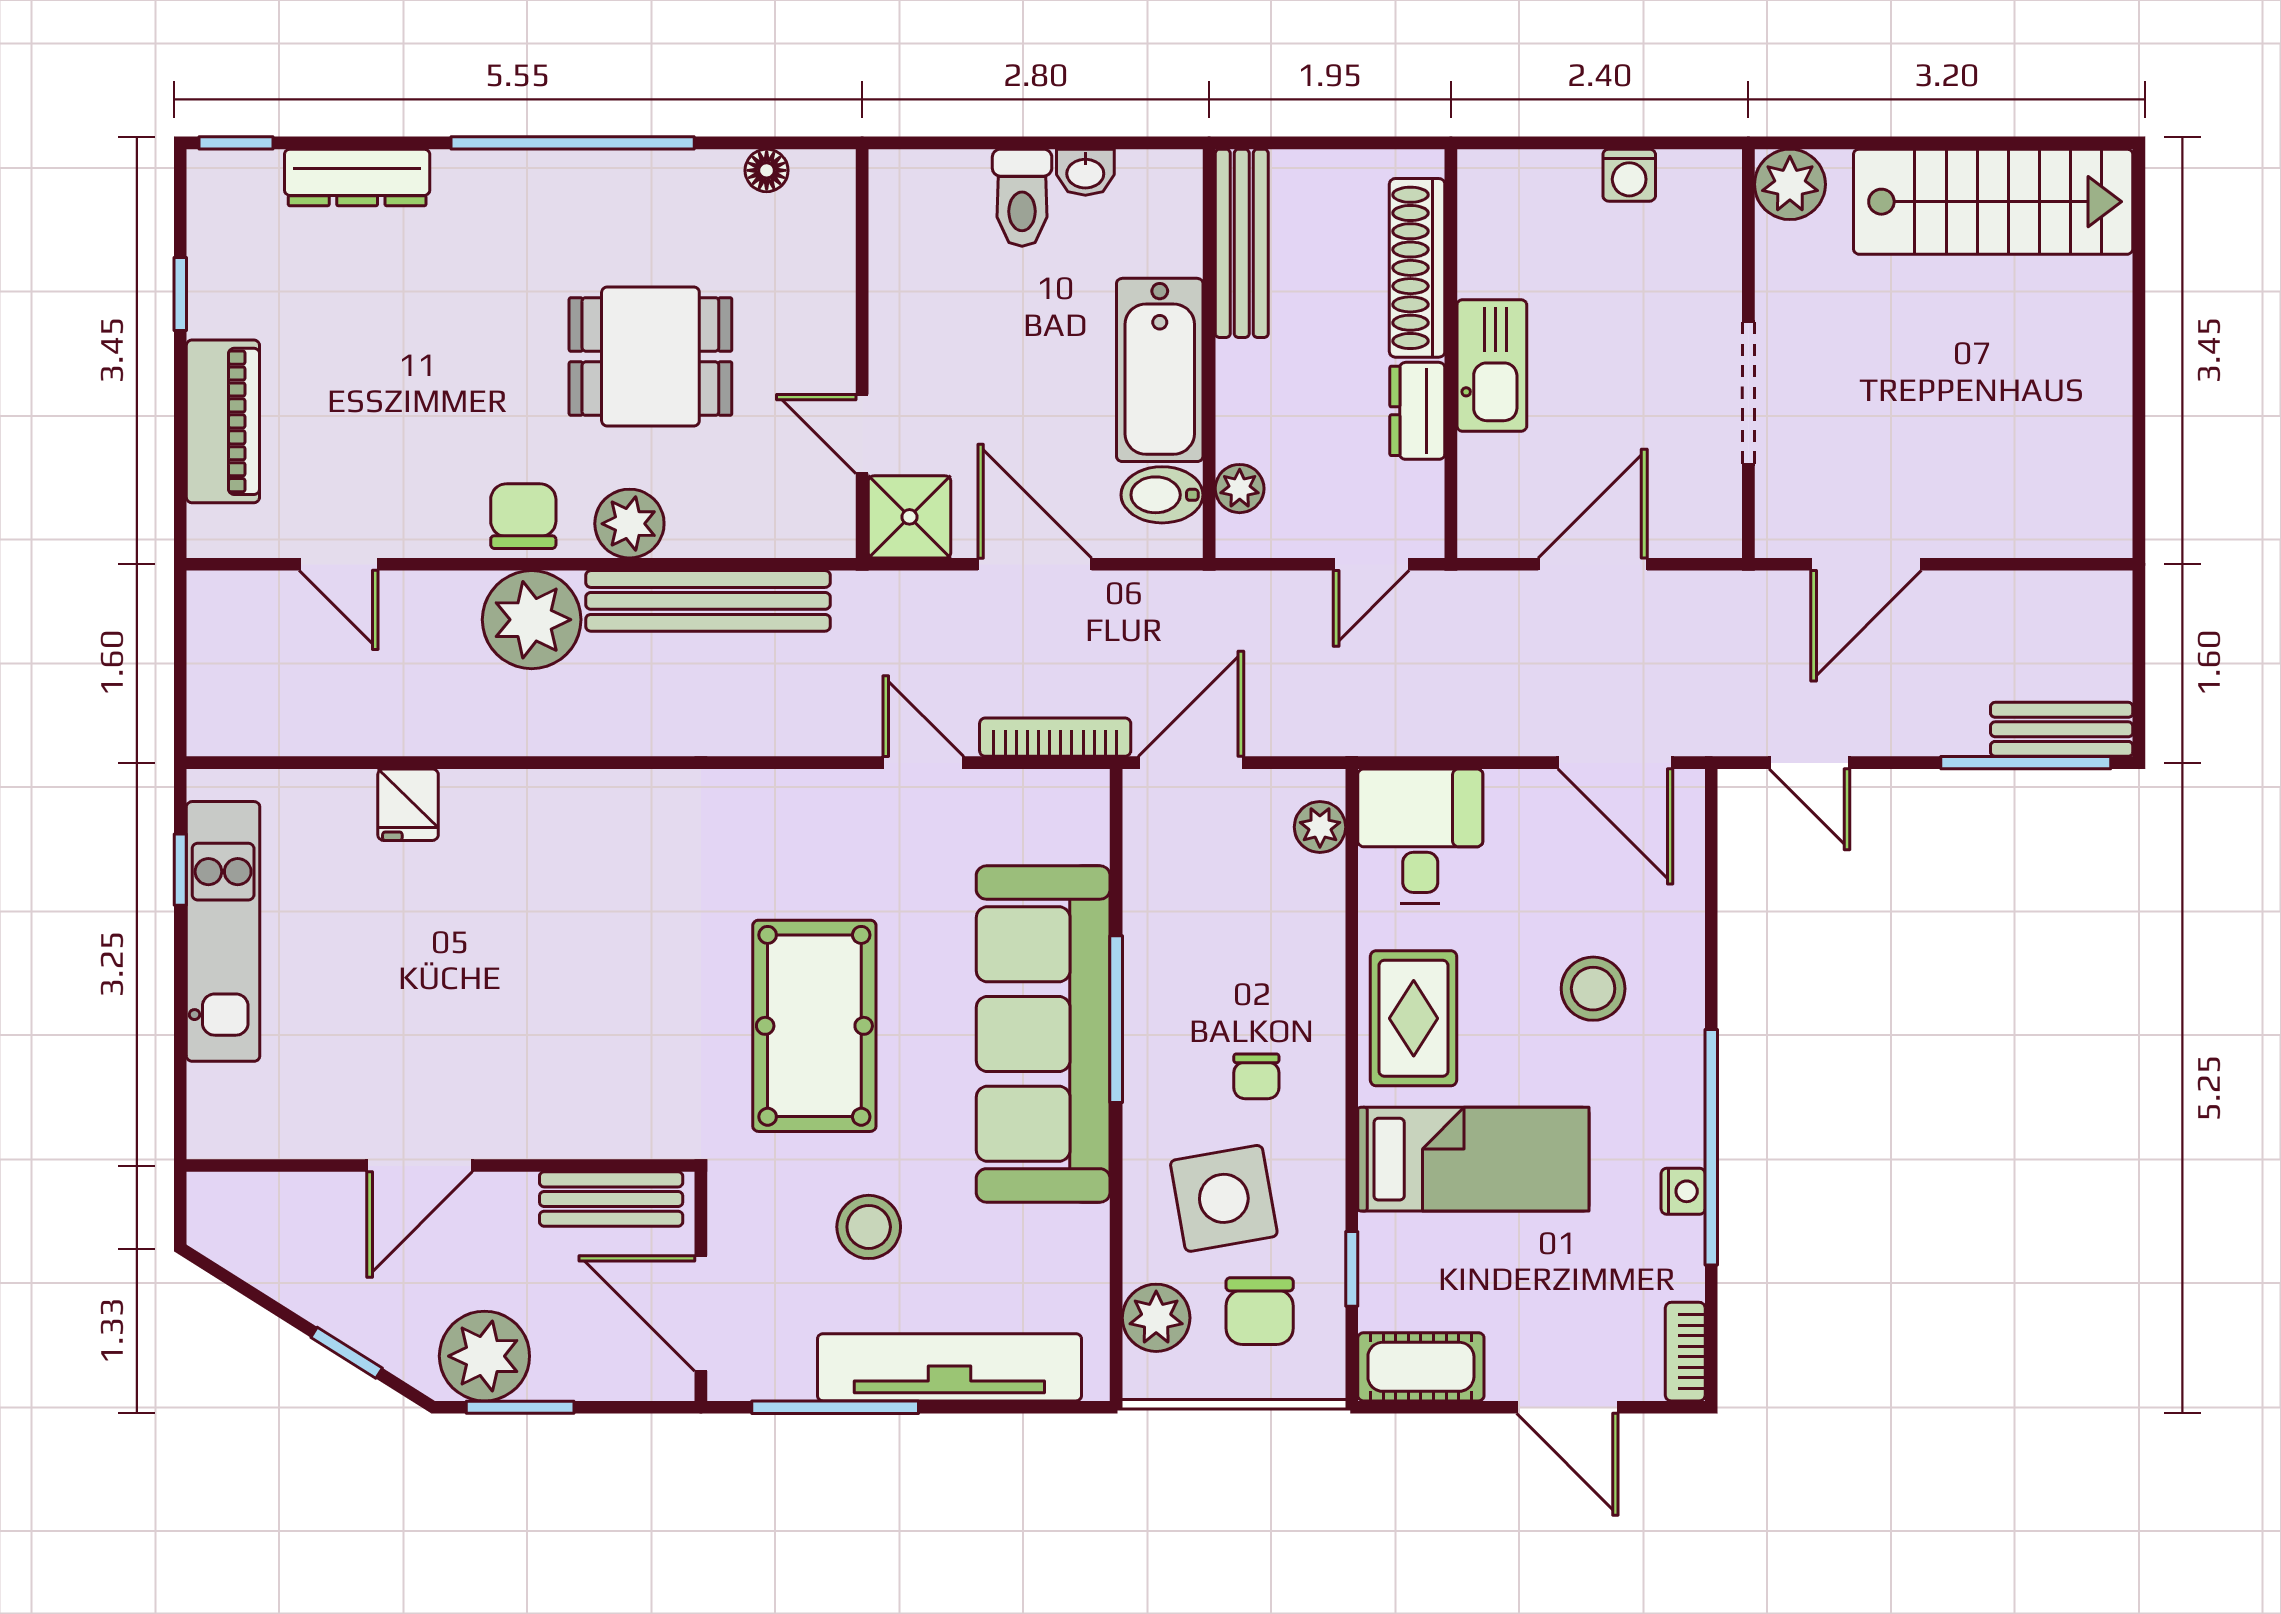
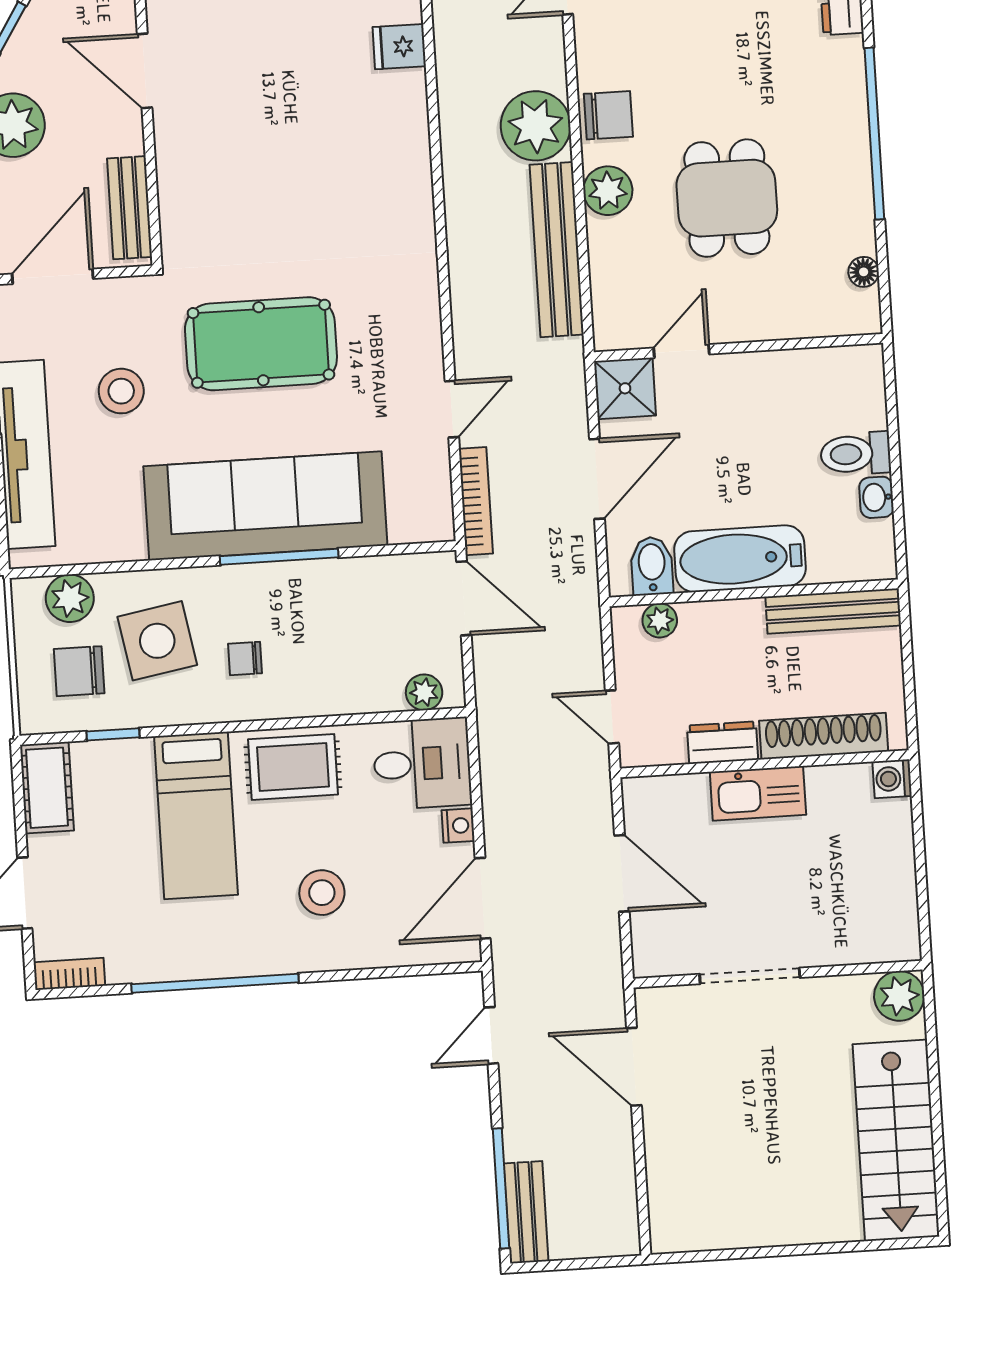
washing machine: (1629, 175) -> (892, 779), moved
nightstand: (1683, 1191) -> (458, 826), moved, turned -90

